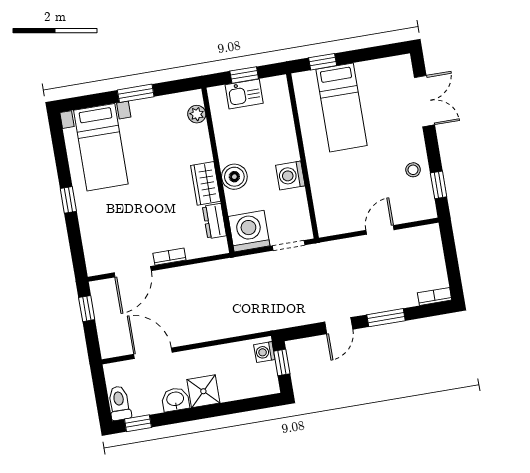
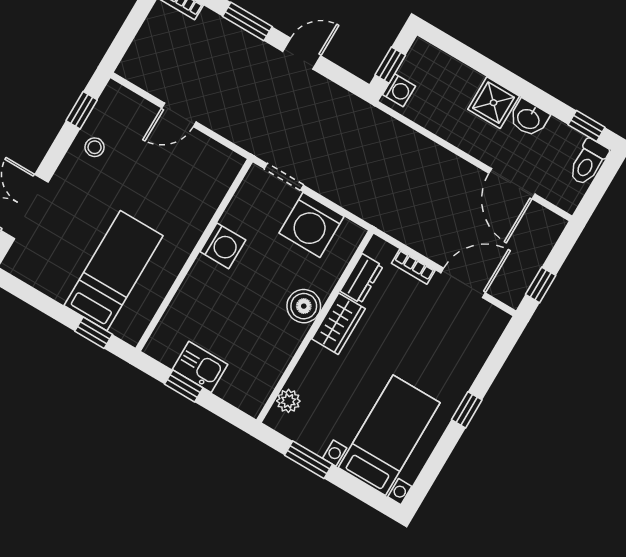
plant: (197, 114) -> (288, 401), moved
wall: (218, 170) -> (315, 327), moved
boiler: (234, 177) -> (304, 306), moved
wardrobe: (206, 183) -> (338, 324), moved
dresser: (214, 221) -> (362, 279), moved

